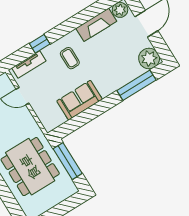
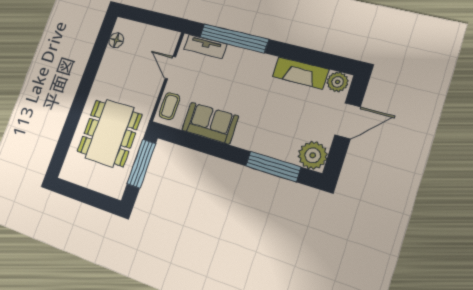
window: (40, 44) -> (234, 38), width x3.17
coffee table: (70, 58) -> (169, 106), moved

